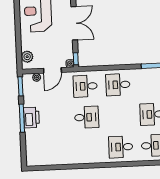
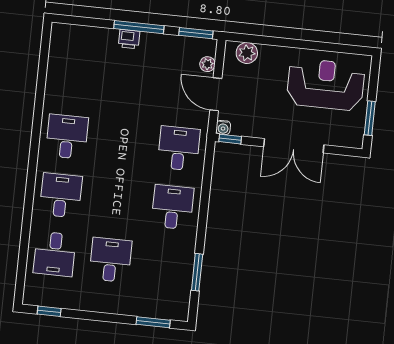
desk: (87, 117) -> (67, 137), moved, turned 180
printer: (31, 118) -> (129, 39), width x0.53, depth x0.68

